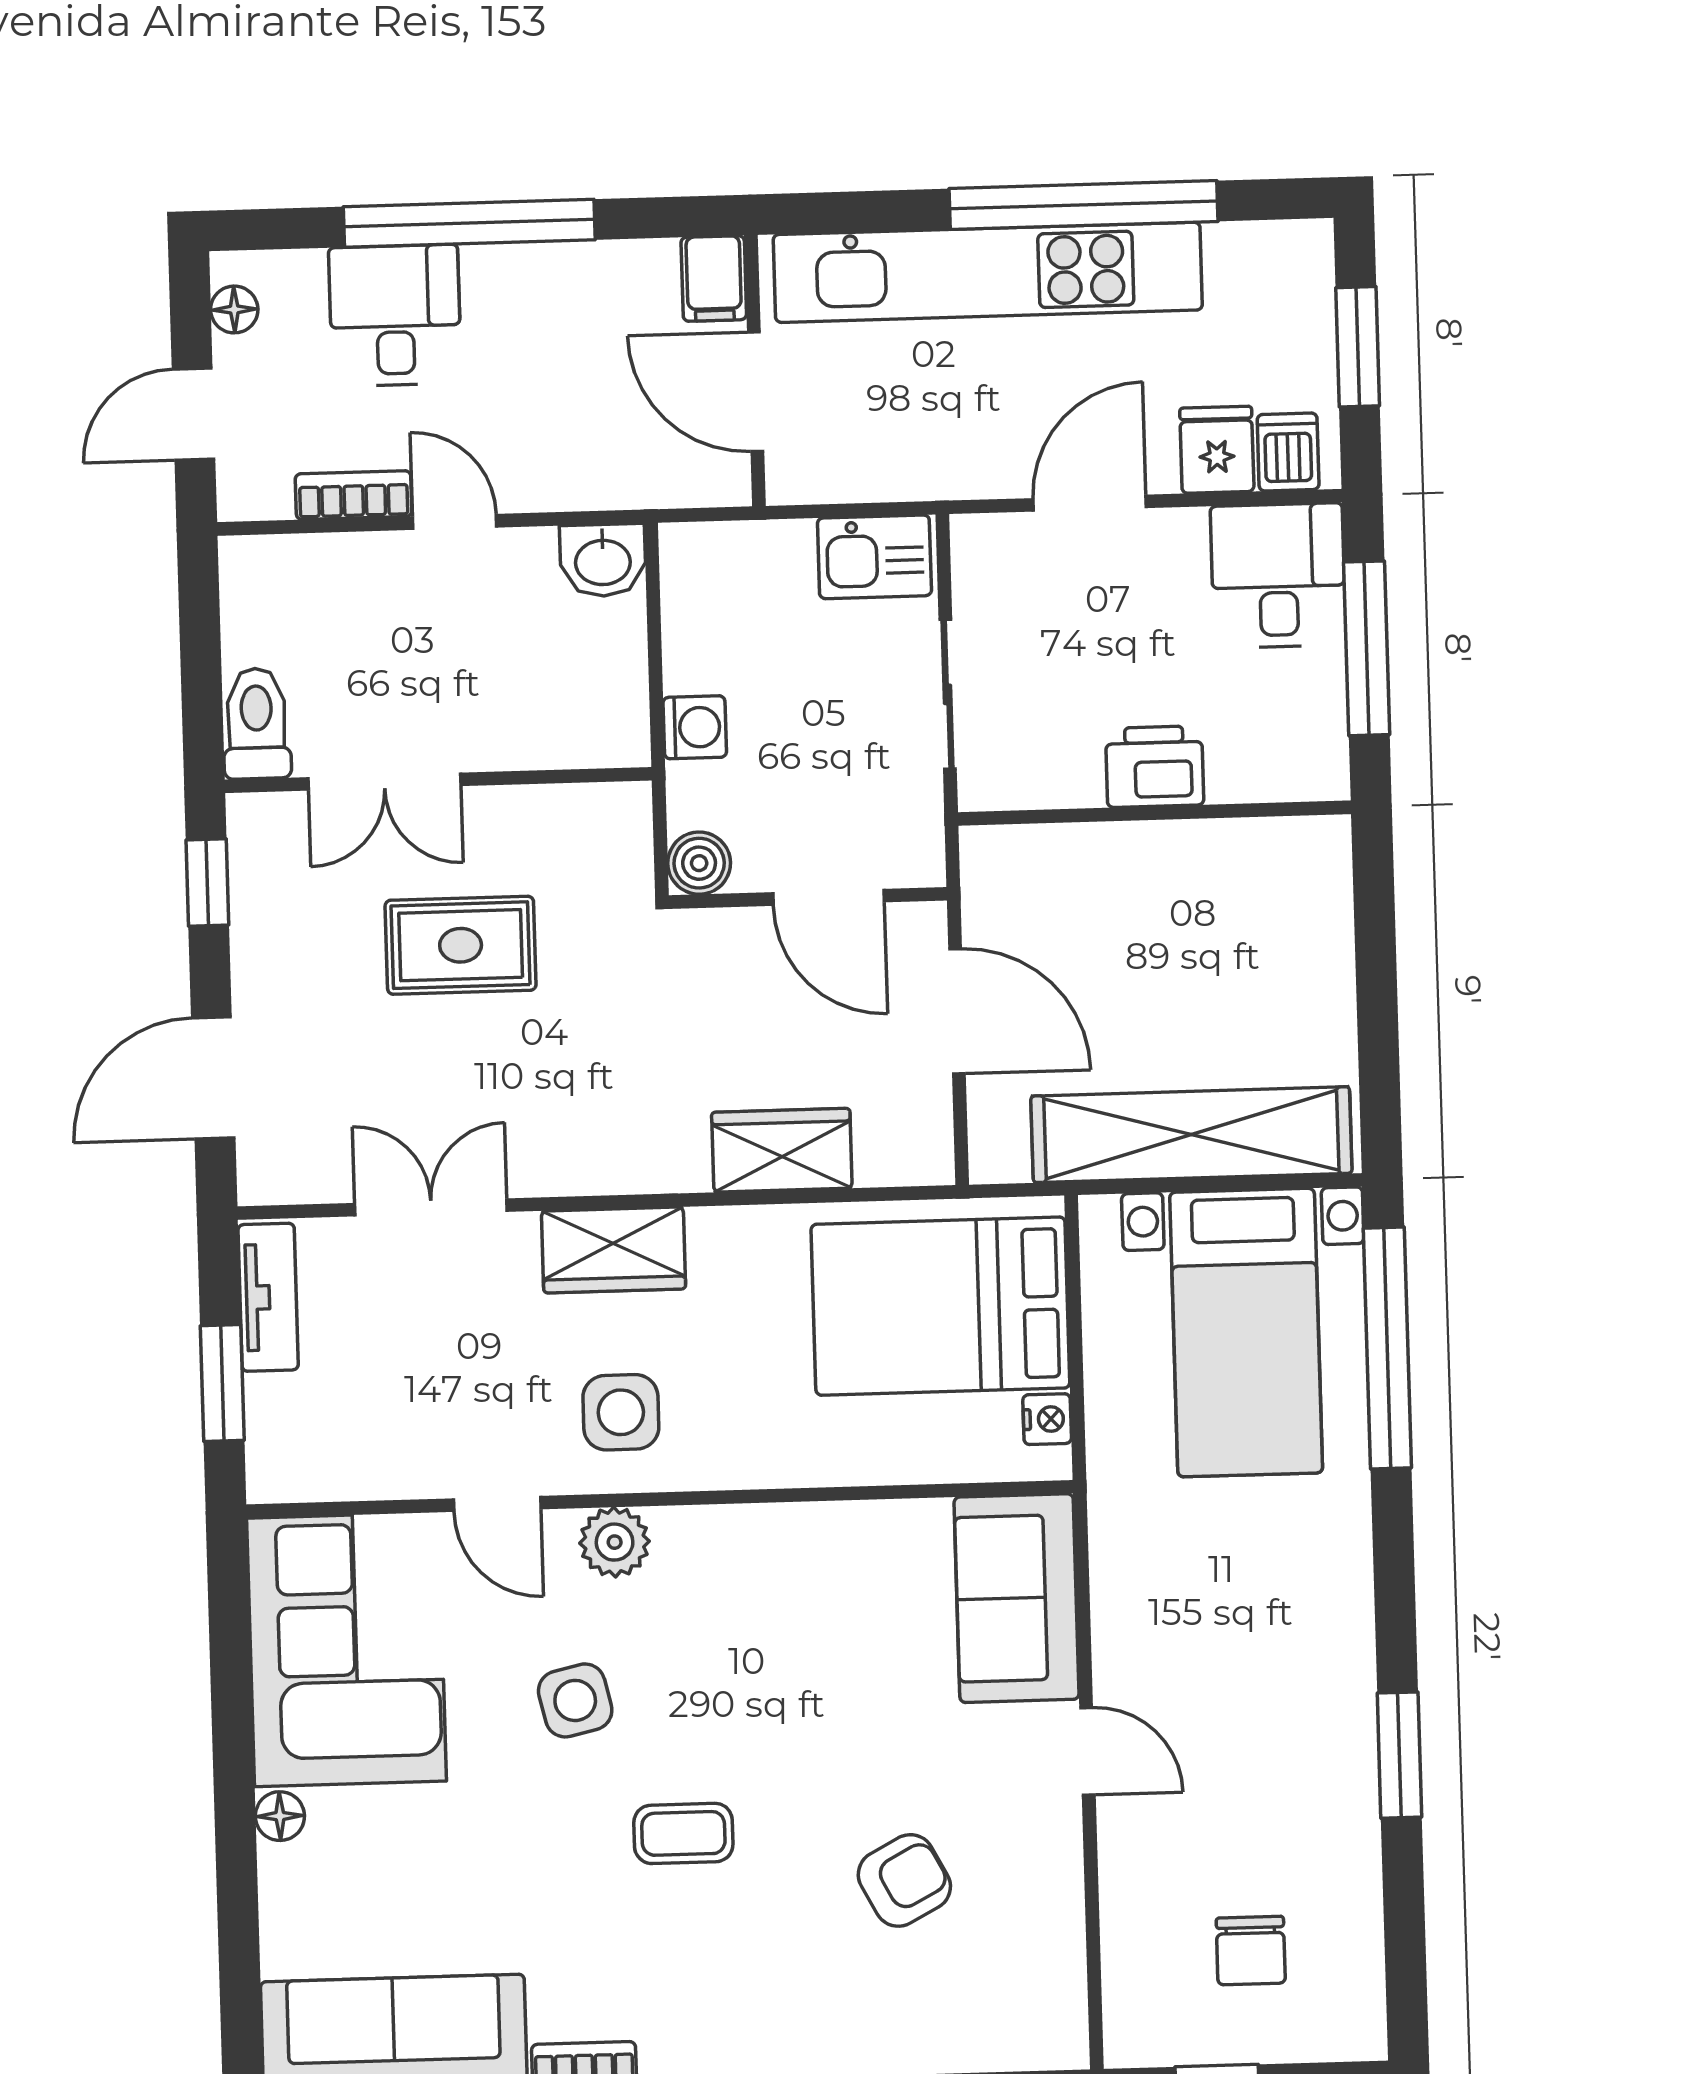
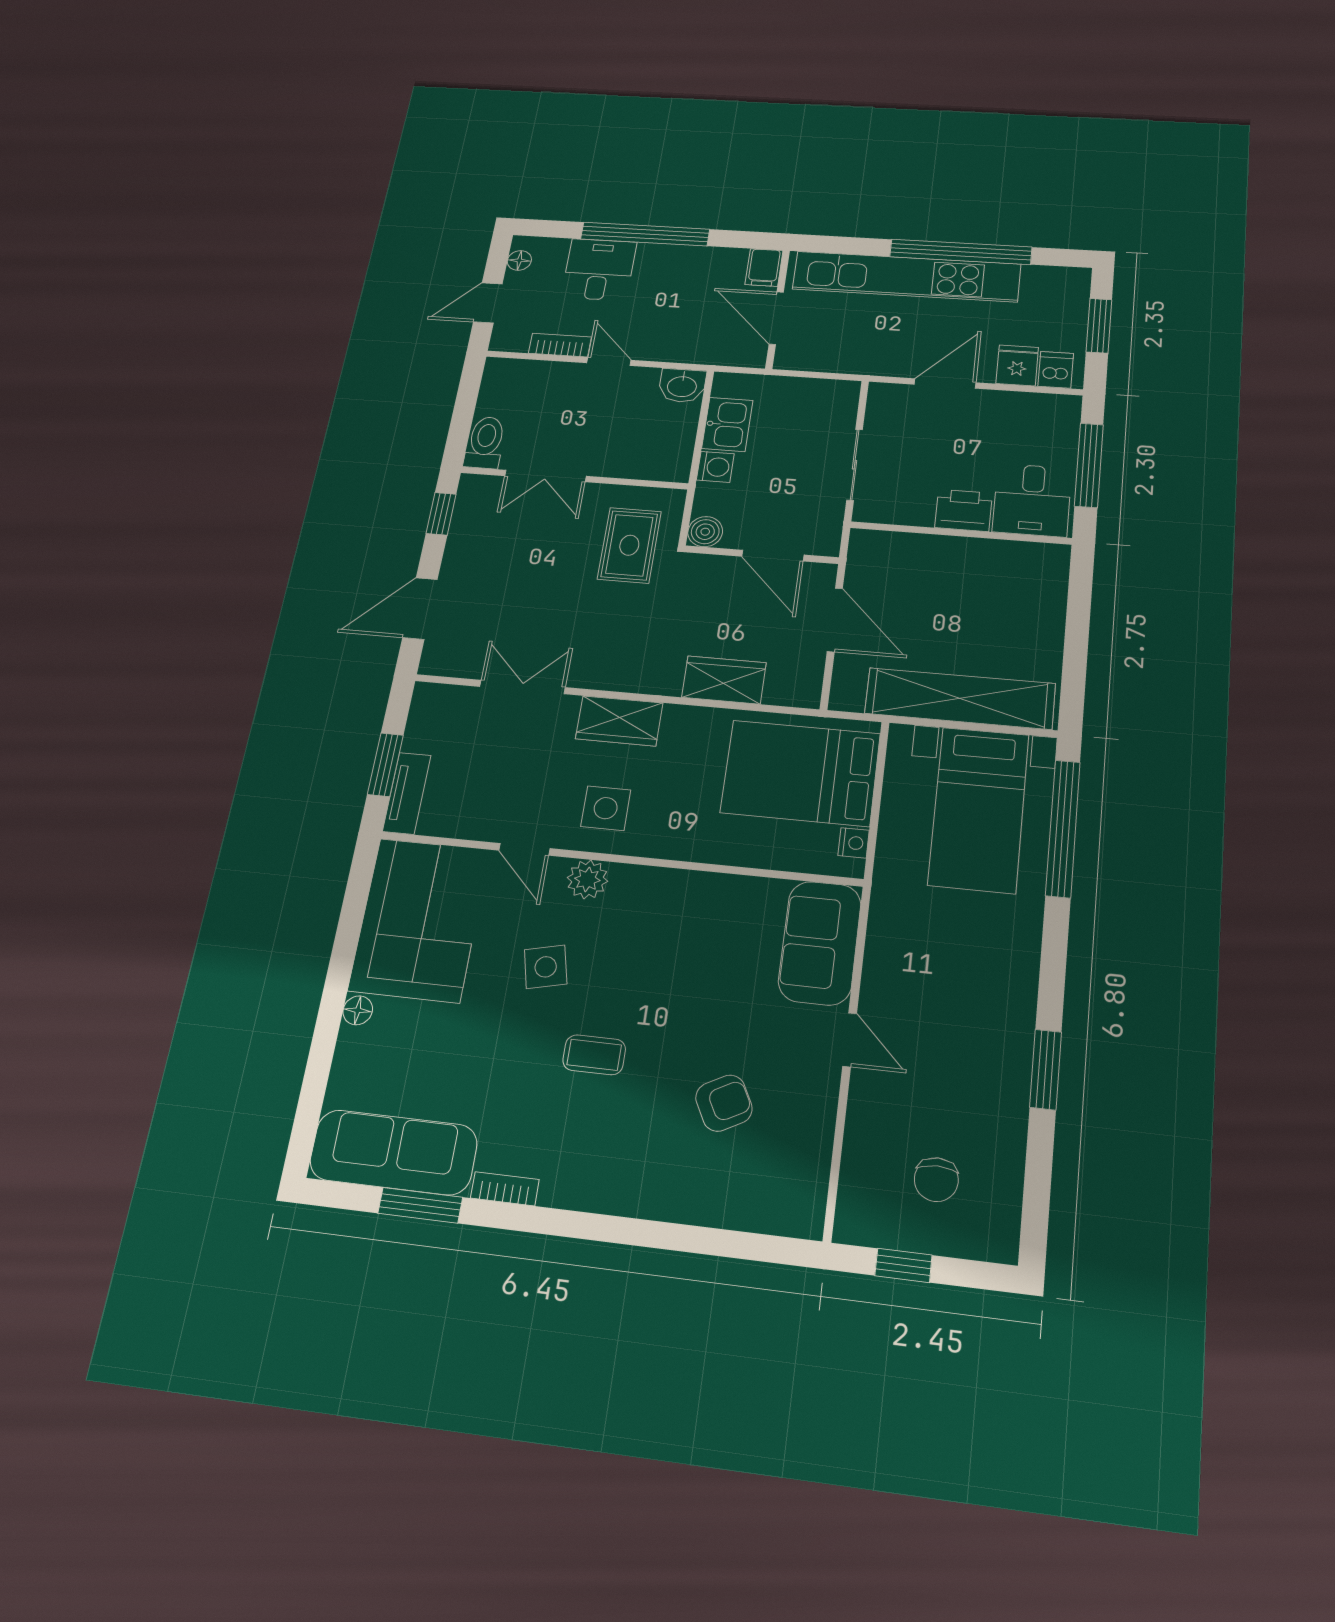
kitchen sink: (874, 557) -> (727, 424), moved, turned -90
desk: (1278, 575) -> (1032, 500), moved, turned 180
rug: (461, 945) -> (629, 545), moved, turned 90
tv unit: (268, 1297) -> (407, 793), moved

